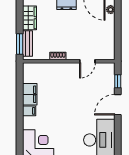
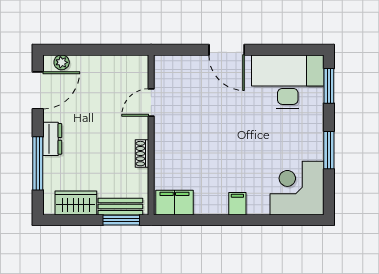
door: (87, 61) -> (151, 102), swing flipped
window: (118, 81) -> (186, 50), removed
filing cabinet: (30, 94) -> (174, 203), moved

